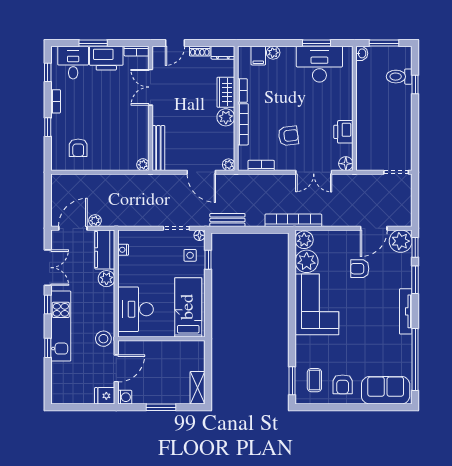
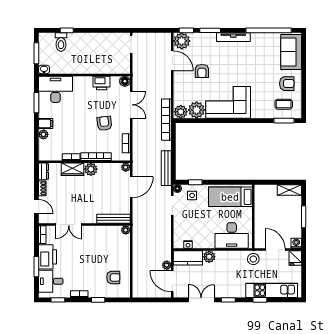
filing cabinet: (258, 56) -> (46, 123), moved
desk: (319, 64) -> (56, 89), moved, turned 90
bench: (227, 220) -> (166, 168), width x1.36
kitchen unit: (61, 326) -> (272, 290), moved

